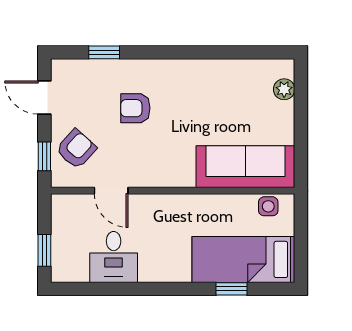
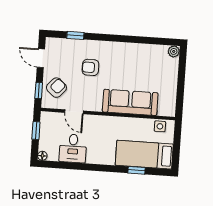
plant: (284, 89) -> (174, 51), moved
sofa: (245, 167) -> (130, 102), moved
window: (44, 250) -> (36, 130), moved
floor lamp: (59, 274) -> (42, 156), added

